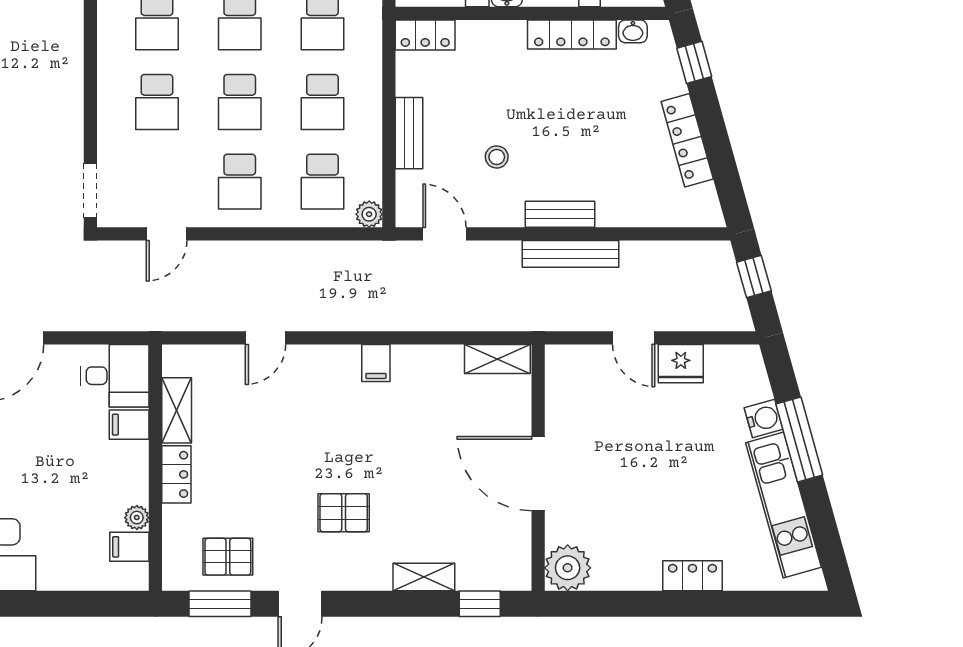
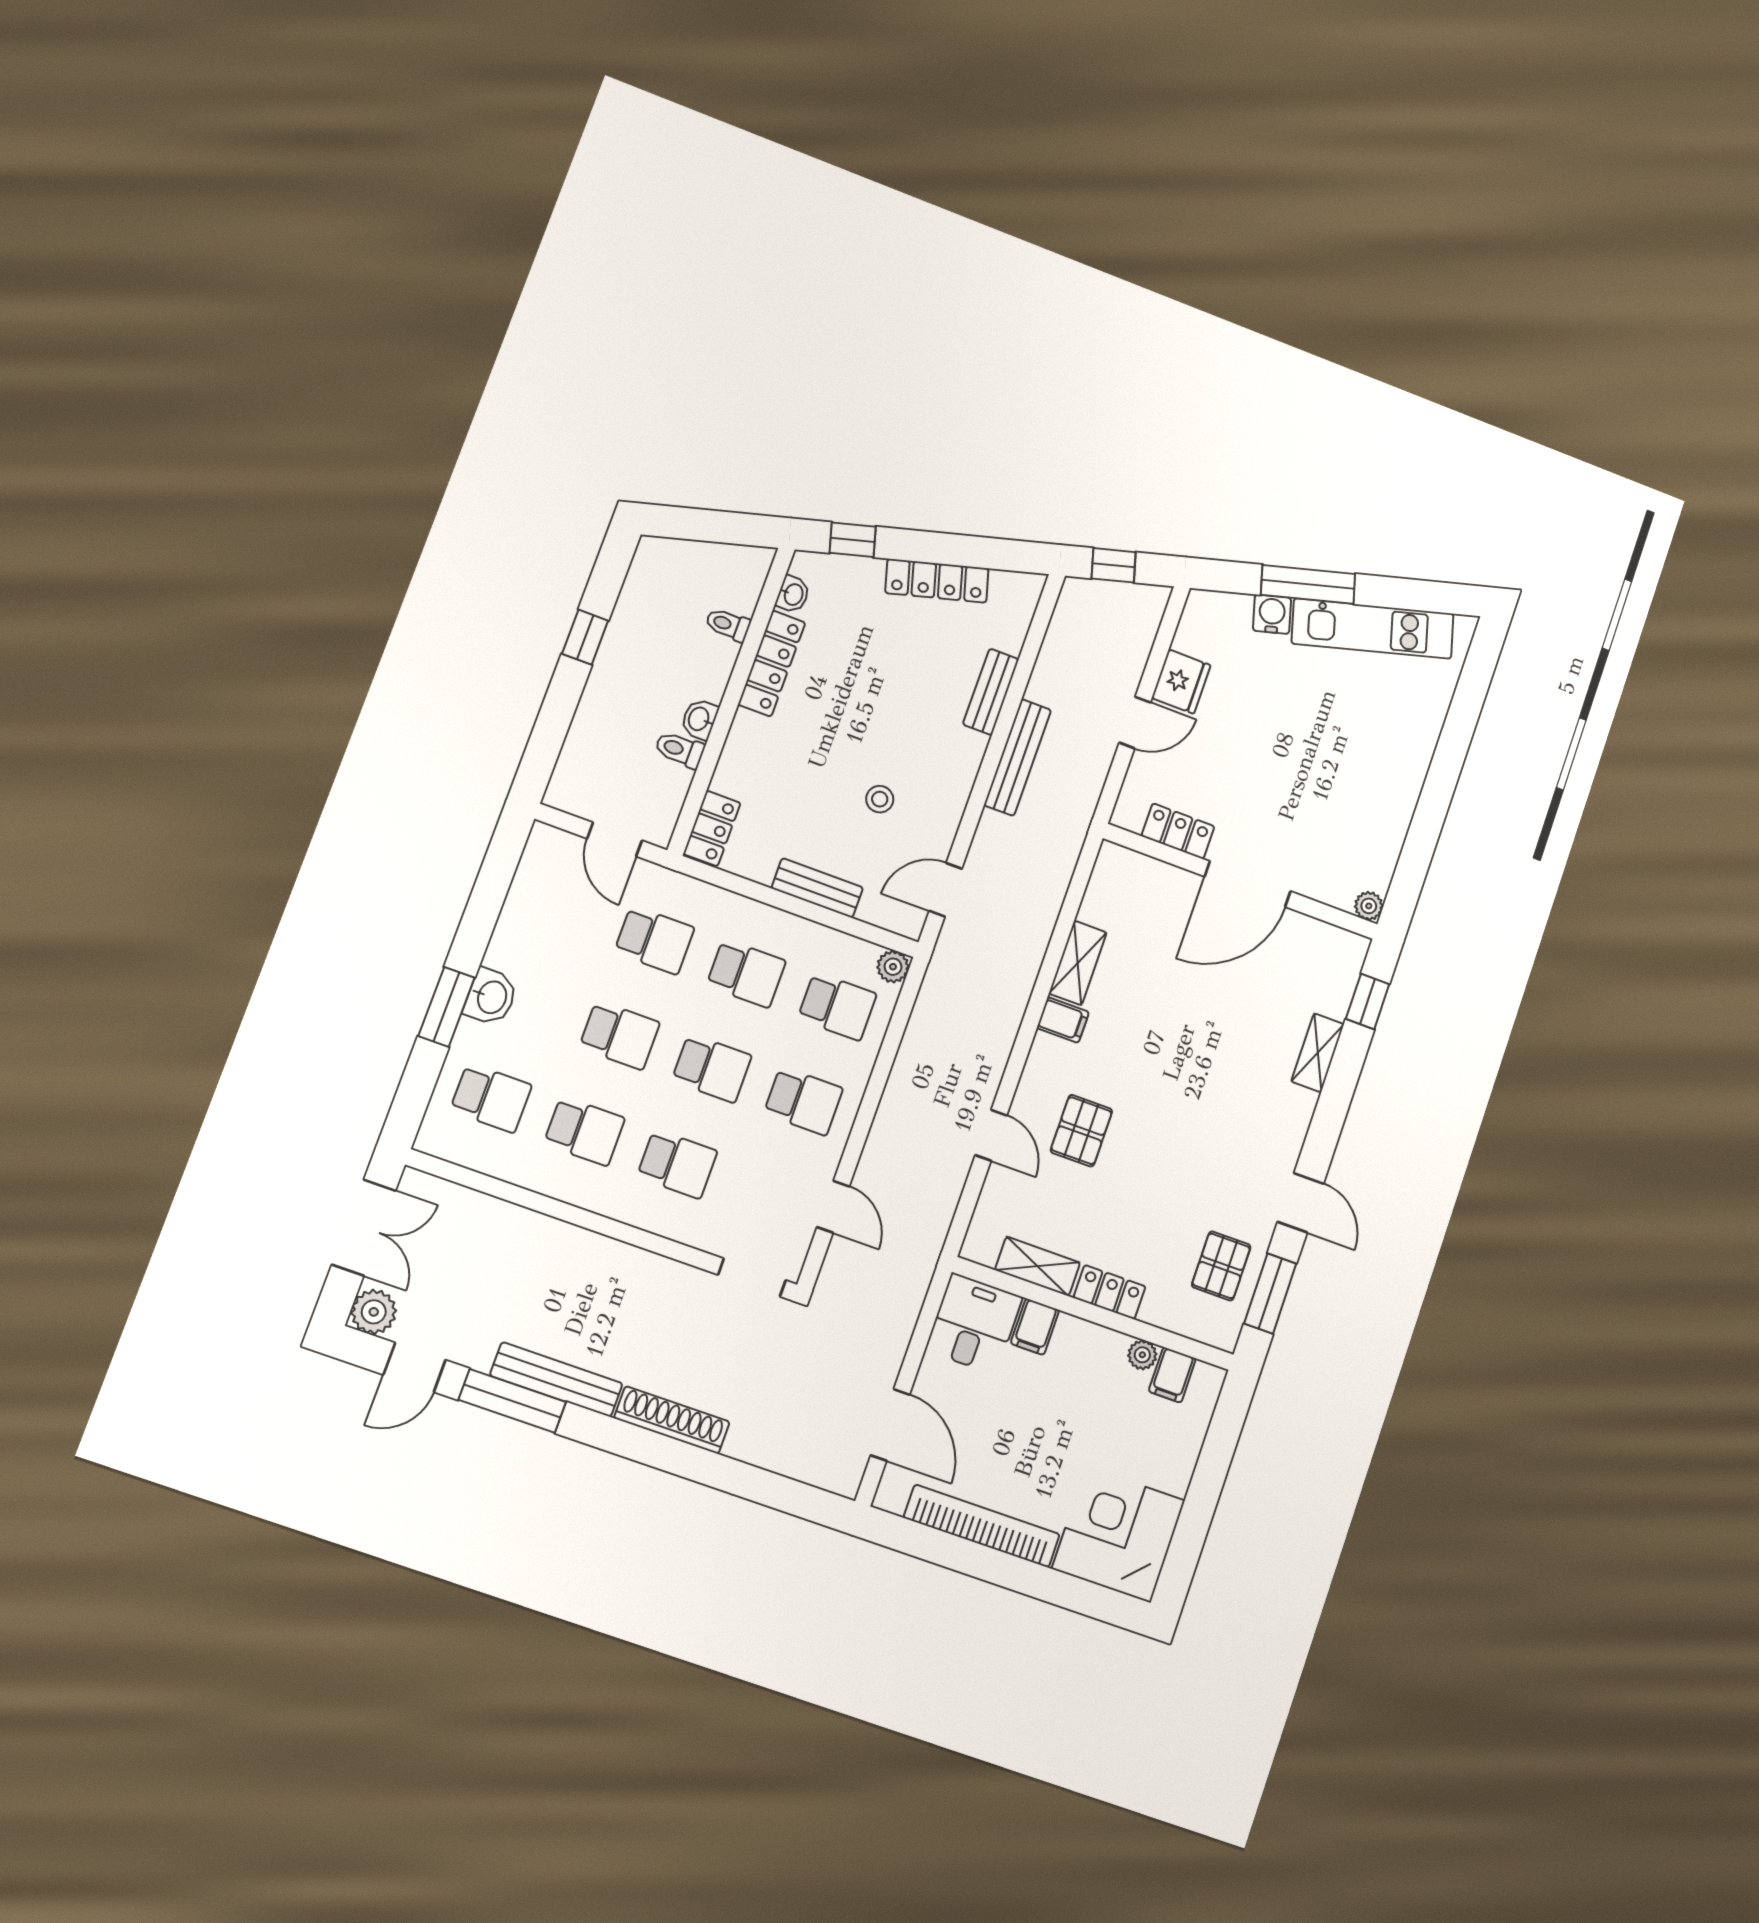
bench: (560, 214) -> (991, 692), moved
shelving: (497, 359) -> (1078, 963), moved
pallet: (344, 513) -> (1081, 1131), moved
plant: (568, 568) -> (1369, 906), width x0.53, depth x0.53
locker: (692, 576) -> (1178, 831), moved, turned 90

